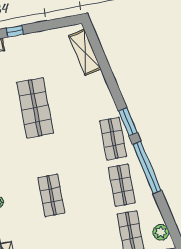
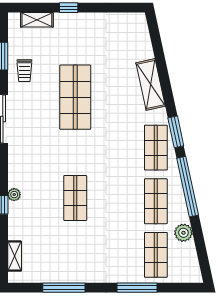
shelving: (85, 52) -> (151, 84), moved
plant: (161, 232) -> (183, 233), moved

